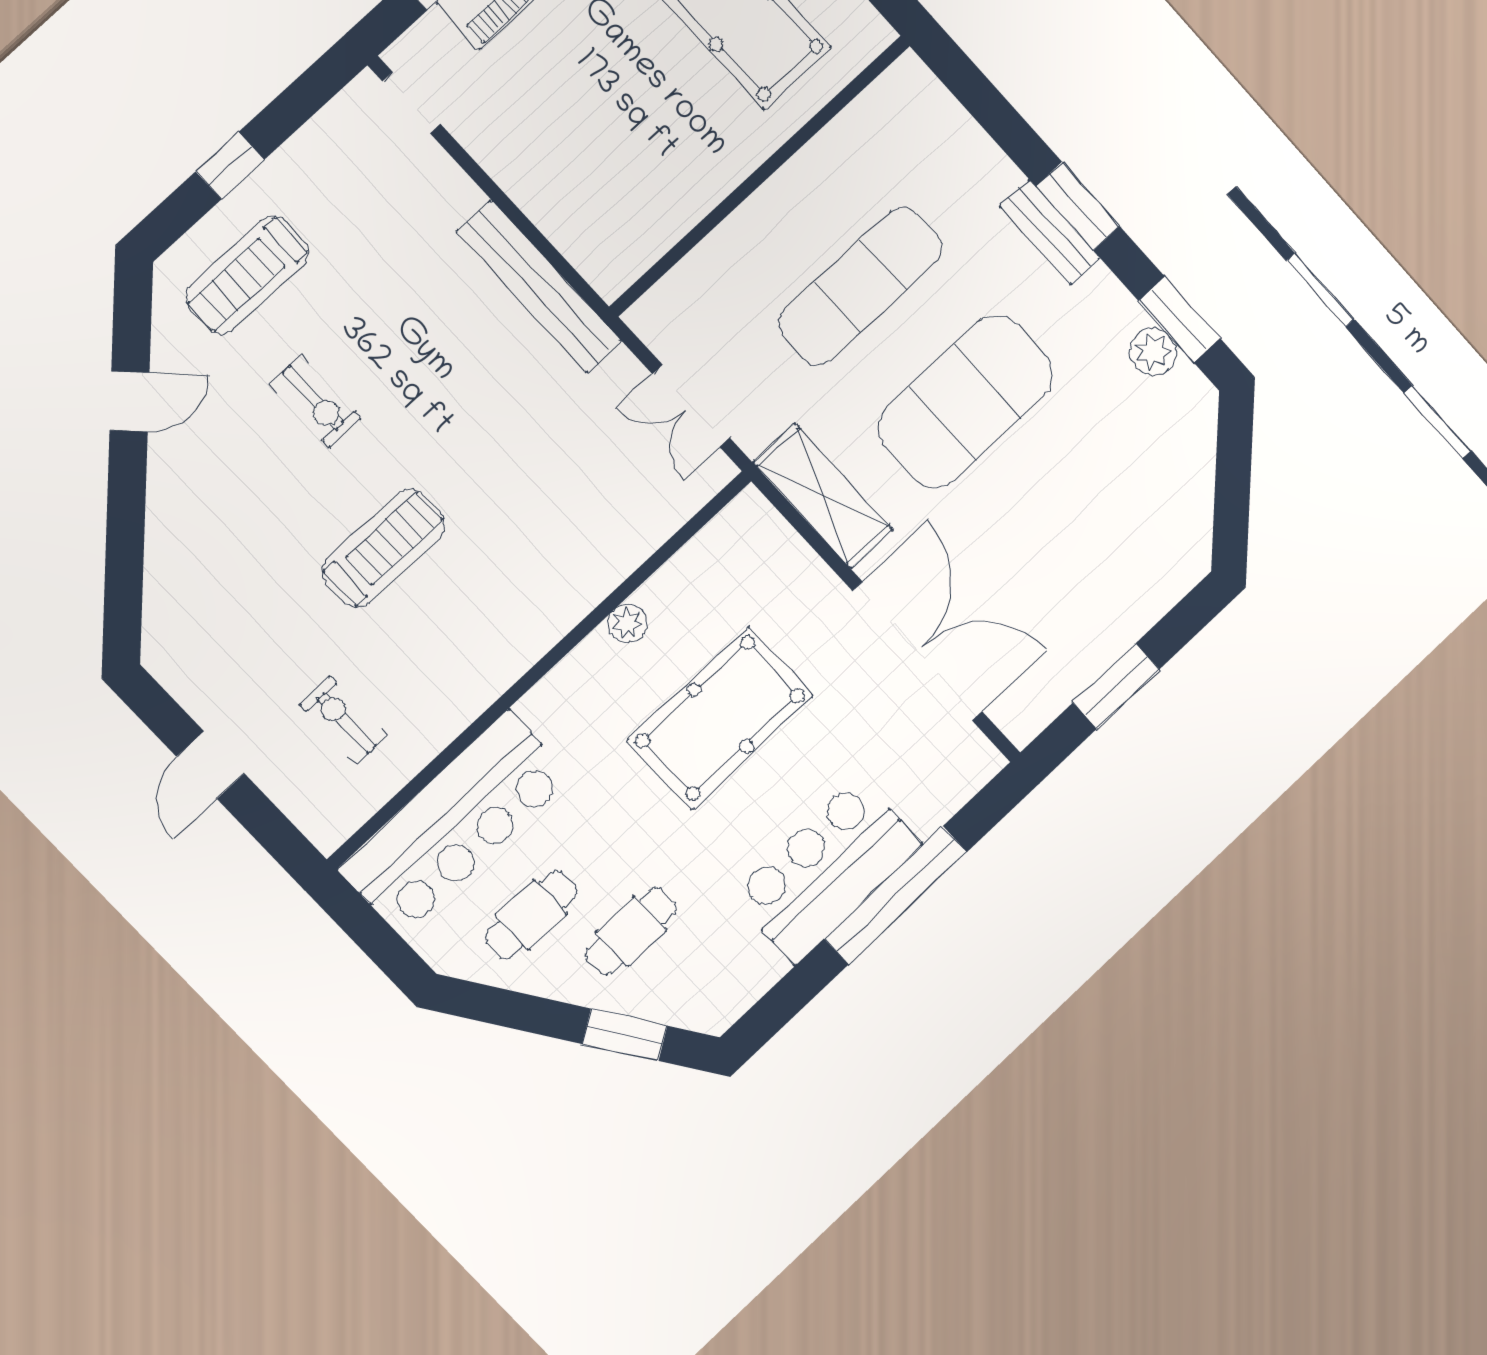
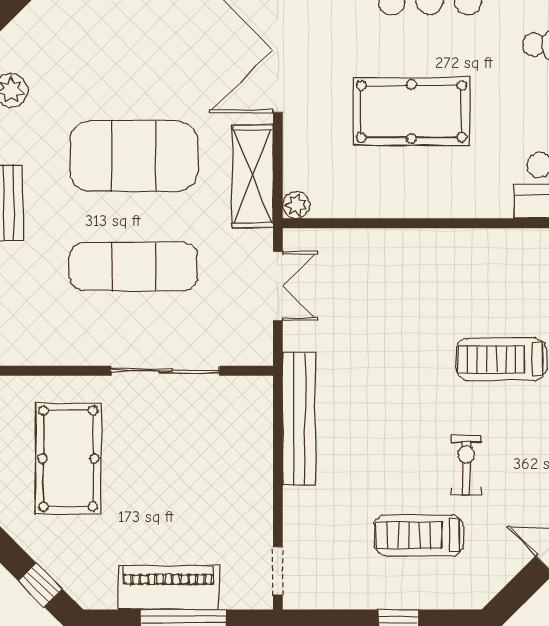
sliding door: (727, 207) -> (165, 371), added
treadmill: (247, 275) -> (419, 535), moved, turned 180
plant: (628, 623) -> (296, 205), moved

